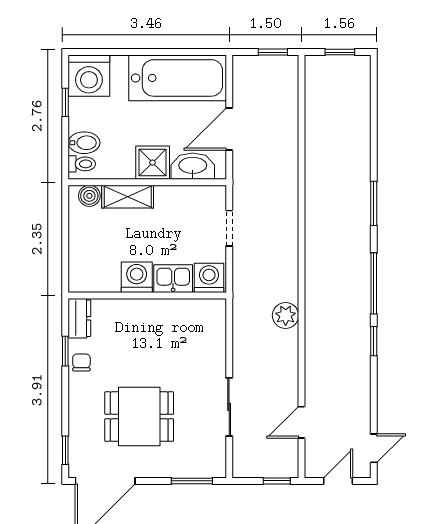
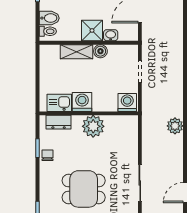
washbasin: (193, 166) -> (111, 35), width x0.52, depth x0.69
boiler: (89, 196) -> (100, 51), moved
kitchen sink: (173, 279) -> (59, 103), moved
plant: (154, 316) -> (93, 126), added
dresser: (79, 318) -> (59, 122), moved, turned 90

